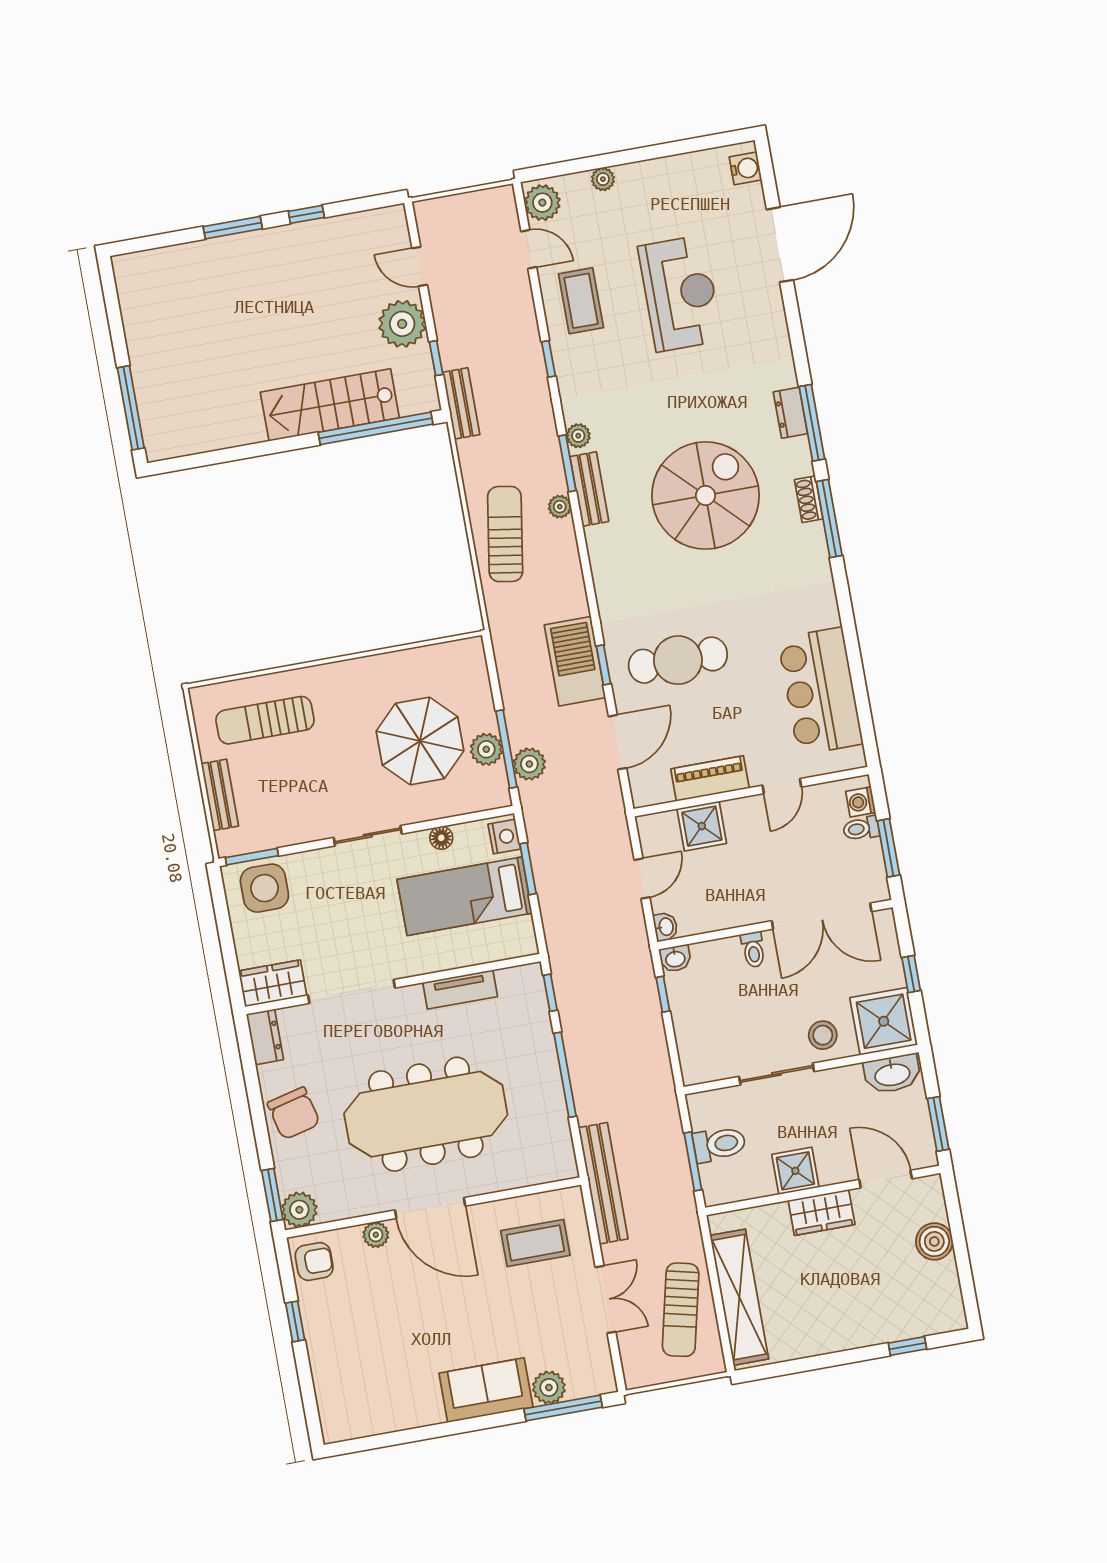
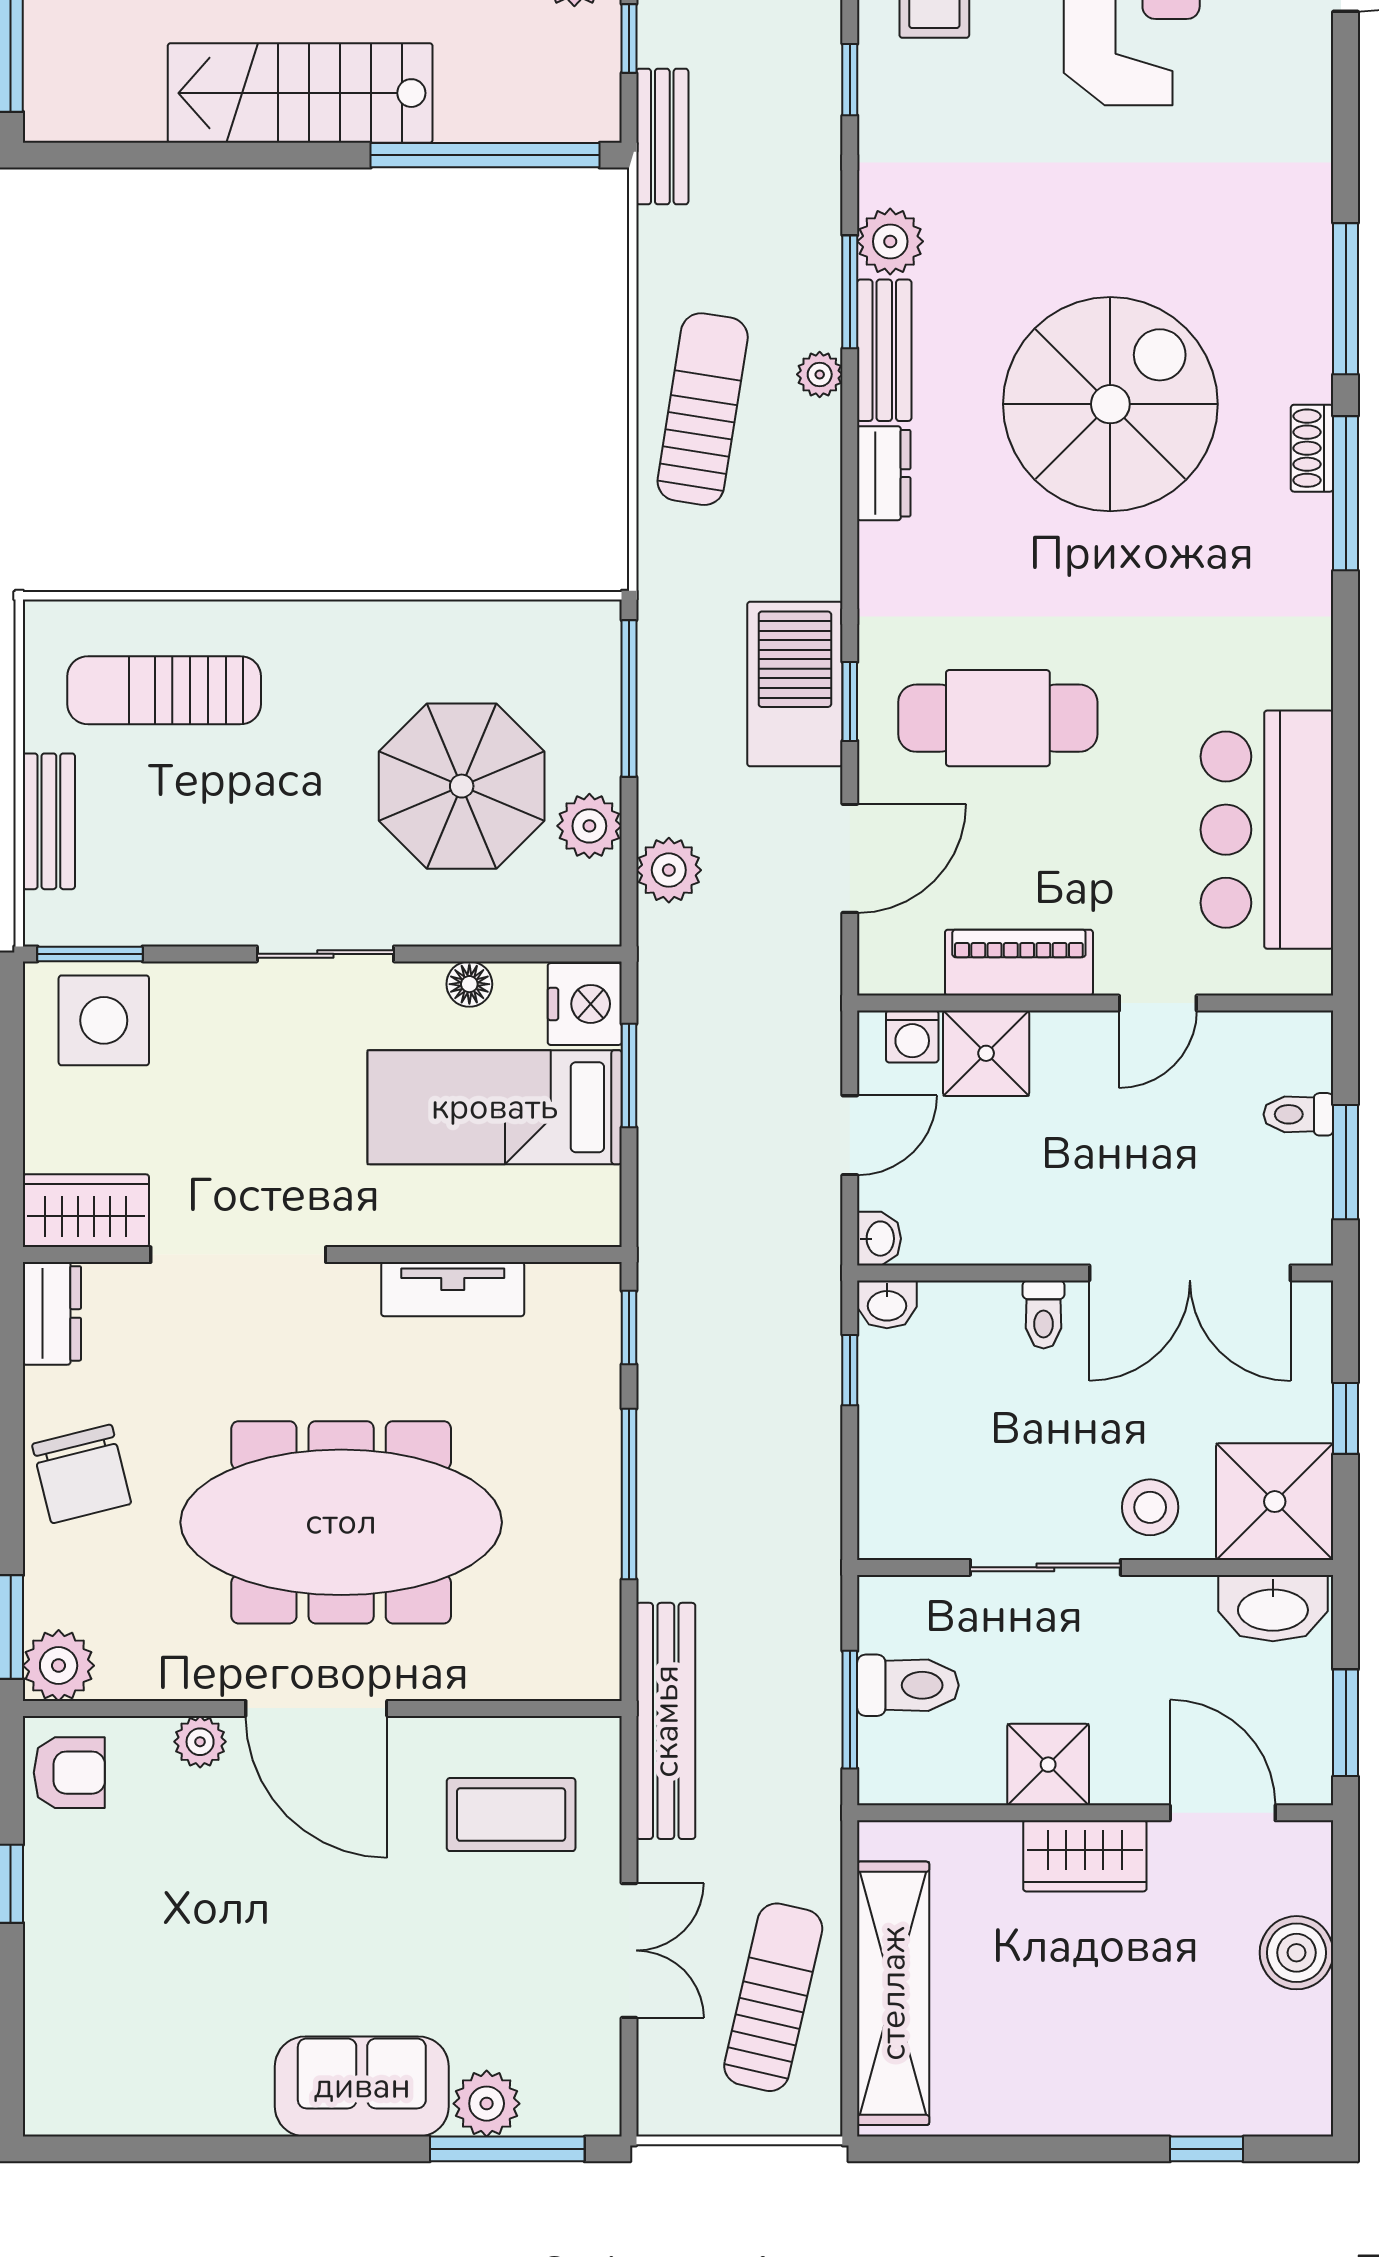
stairs: (330, 405) -> (300, 93), moved
dresser: (790, 413) -> (884, 473), moved, turned 180
plant: (578, 436) -> (890, 241), width x1.38, depth x1.38
window: (506, 749) -> (629, 699), moved
washing machine: (861, 802) -> (912, 1036), moved, turned -90
nightstand: (504, 837) -> (585, 1004), width x1.36, depth x1.33
sun lounger: (681, 1310) -> (773, 1997), turned 180

